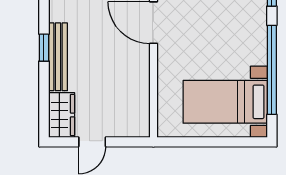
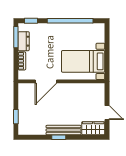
bed with nightstands: (225, 102) -> (83, 61), moved, turned 90

